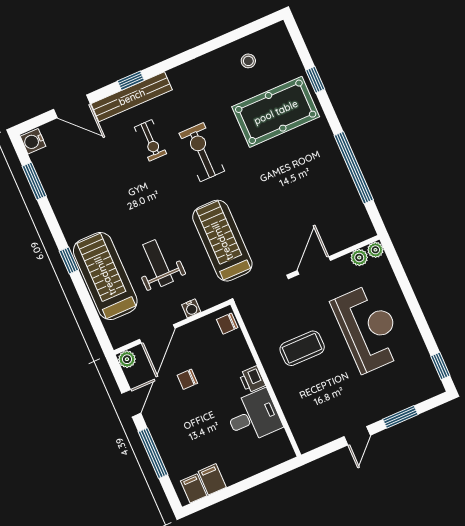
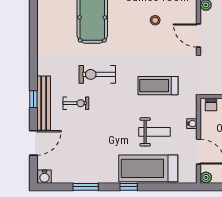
stool: (248, 61) -> (155, 20), moved
window: (34, 181) -> (86, 187), moved
treadmill: (222, 241) -> (158, 86), width x0.73, depth x0.73
weight bench: (158, 263) -> (155, 132), turned 180

